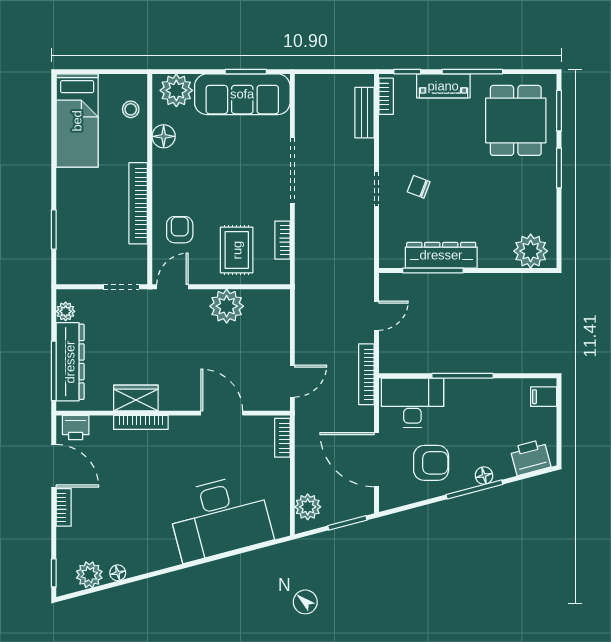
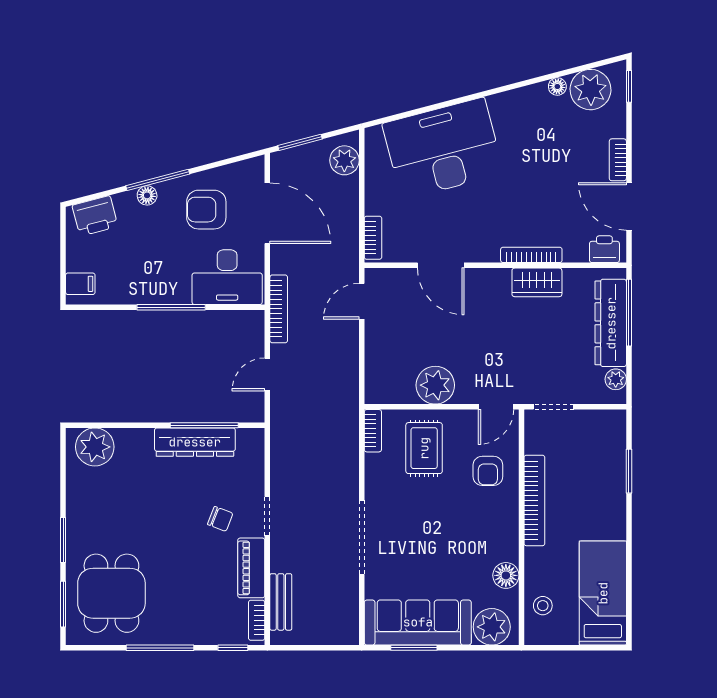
piano: (443, 86) -> (251, 568), moved, turned -90
bookcase: (282, 240) -> (373, 431), moved
plant: (89, 575) -> (591, 90), width x1.36, depth x1.36

